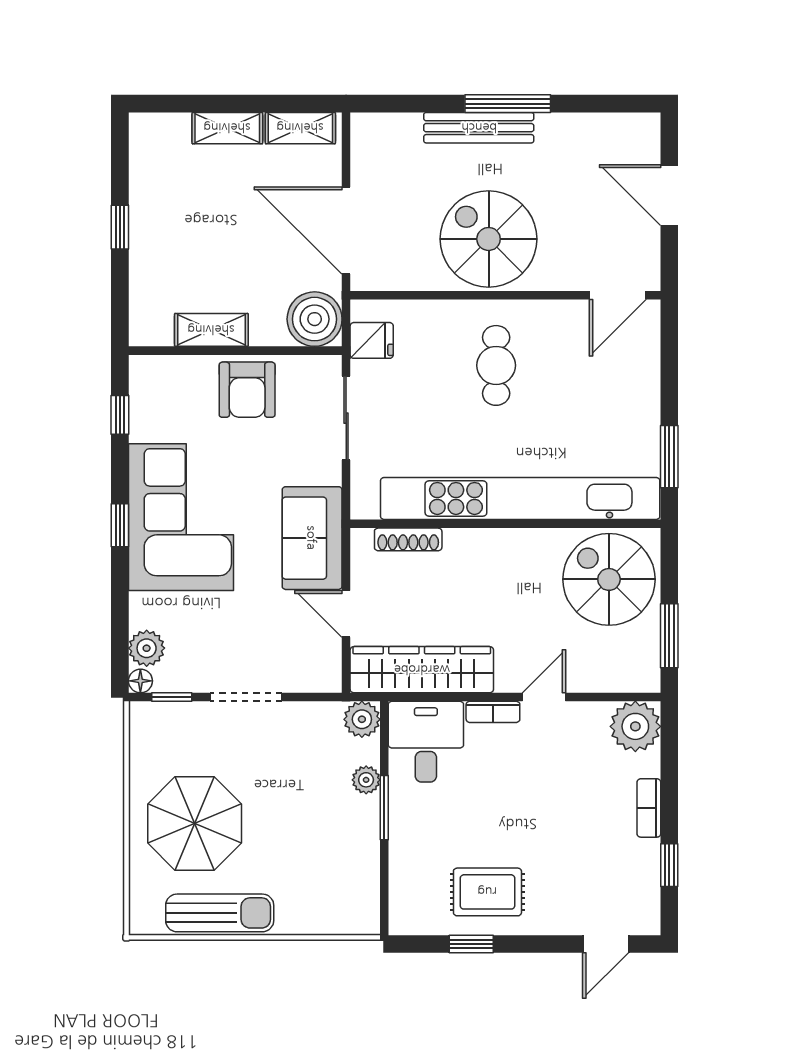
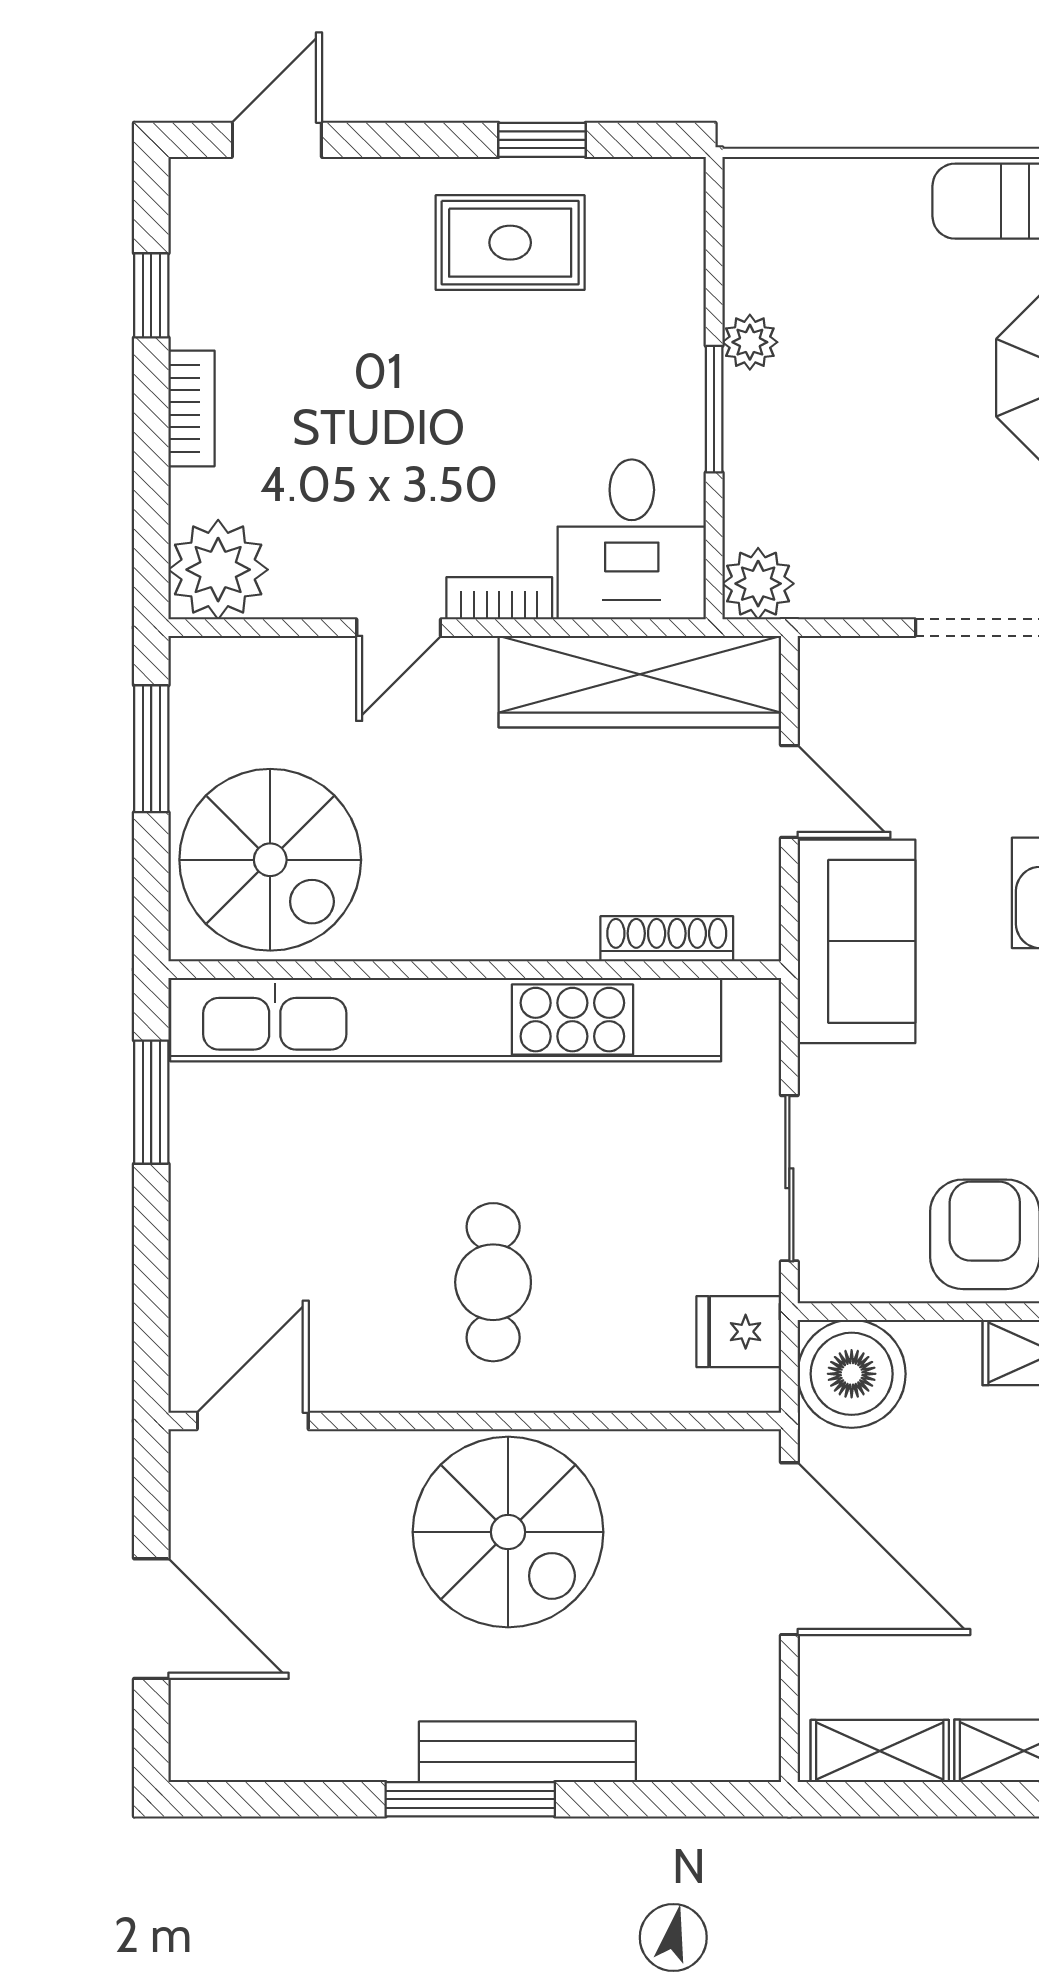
plant: (366, 780) -> (750, 342), moved

